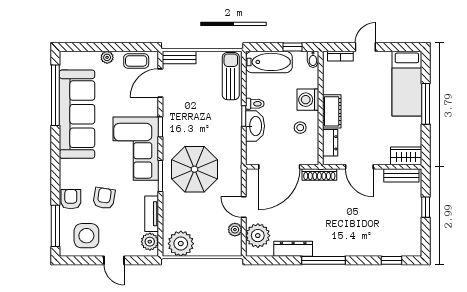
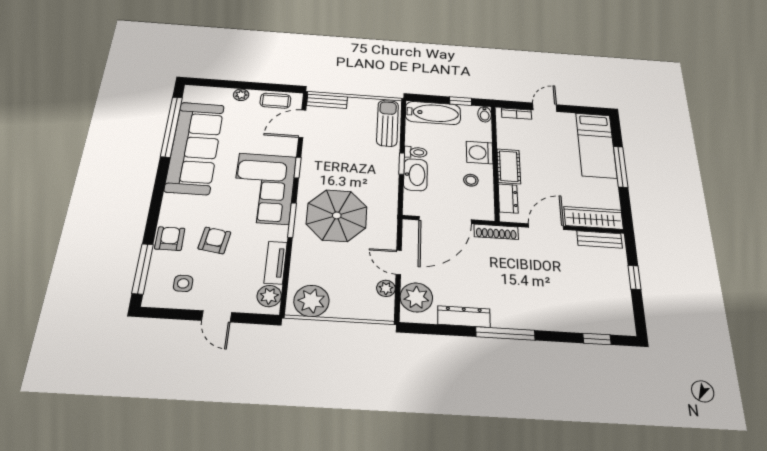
wardrobe: (406, 156) -> (594, 218), width x1.50
door: (359, 167) -> (546, 227), swing flipped
side table: (86, 236) -> (183, 283), width x0.54, depth x0.54

